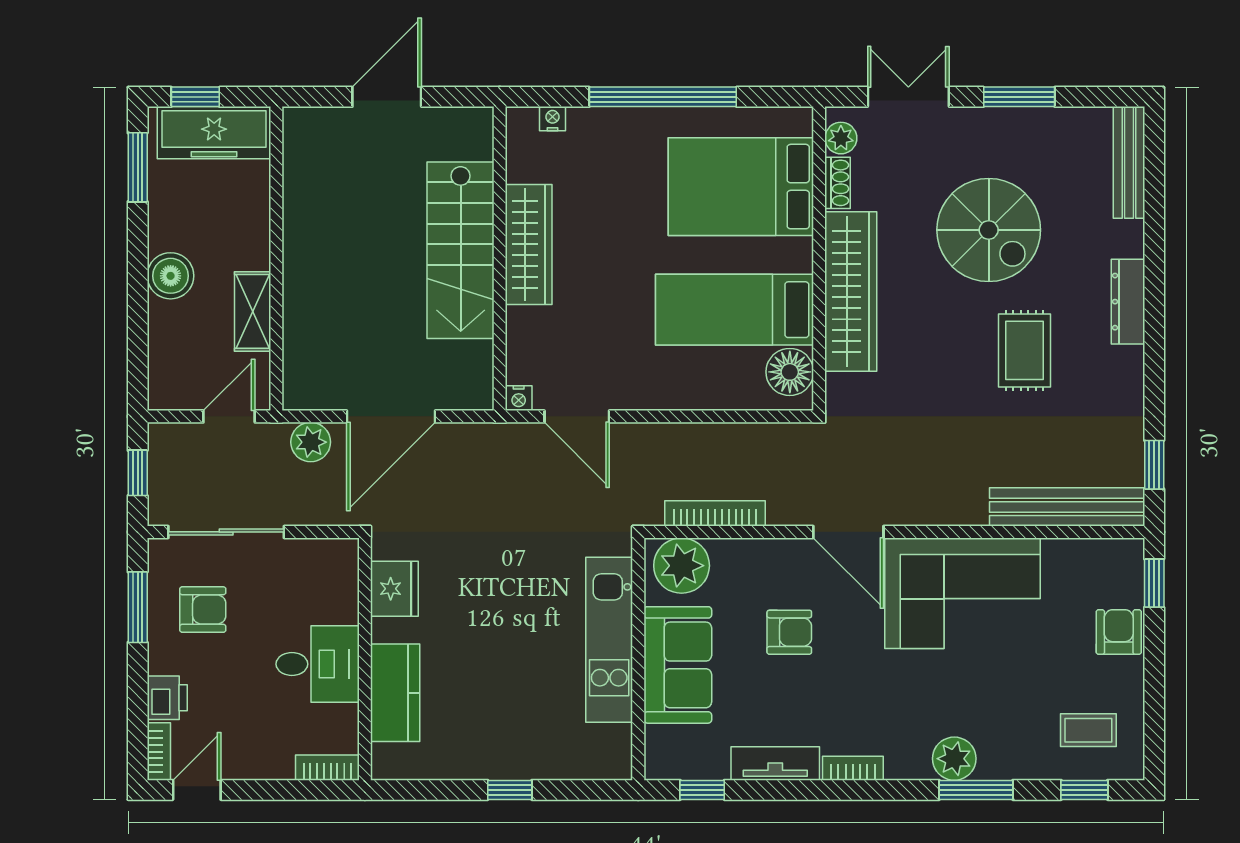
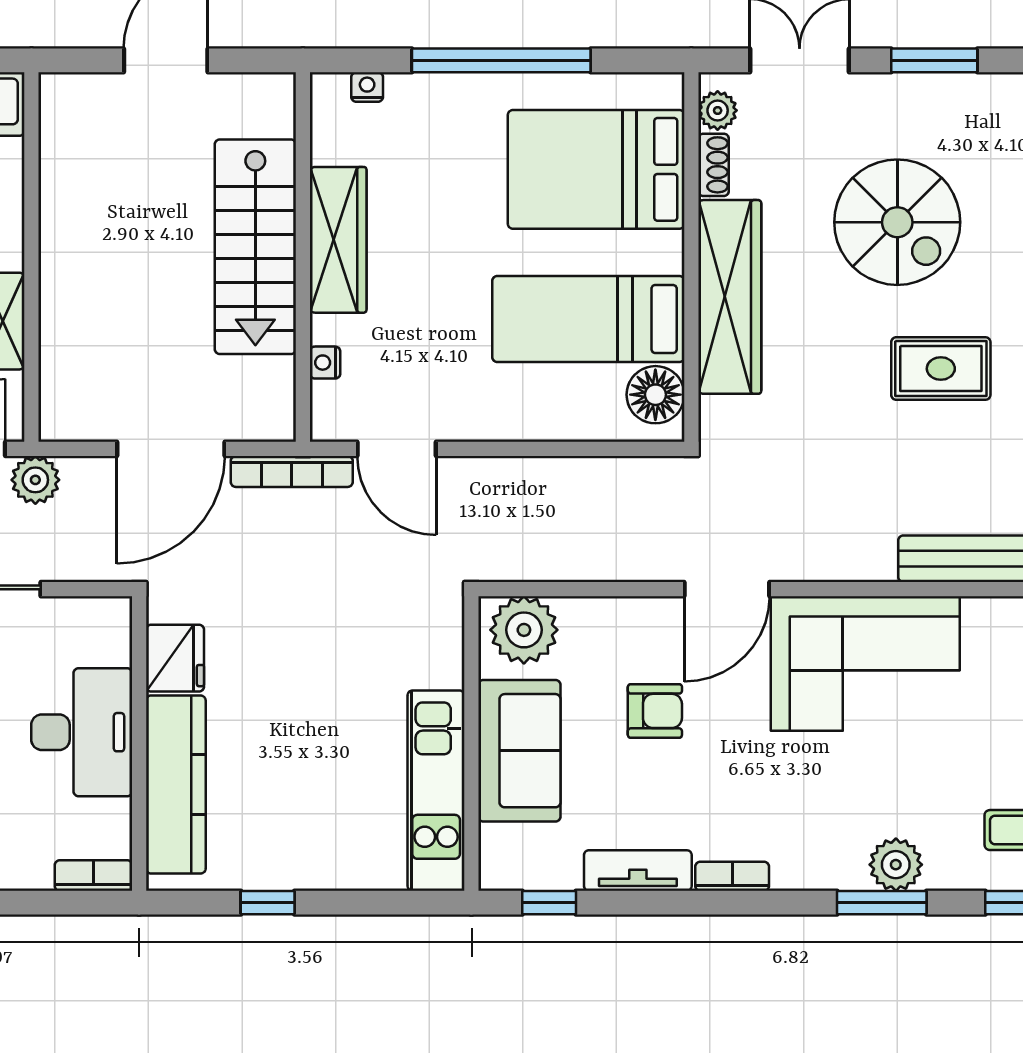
rug: (1025, 350) -> (941, 369), turned 90
nightstand: (519, 398) -> (325, 363), moved, turned 90
plant: (311, 442) -> (35, 480), moved
bookcase: (715, 513) -> (292, 471), moved, turned 180
door: (848, 532) -> (727, 589), hinge flipped
kitchen unit: (609, 640) -> (436, 791), moved
desk: (318, 664) -> (82, 732), width x1.37
kitchen counter: (395, 693) -> (176, 785), width x1.50
plant: (954, 759) -> (896, 865), moved
window: (510, 790) -> (268, 903), moved

